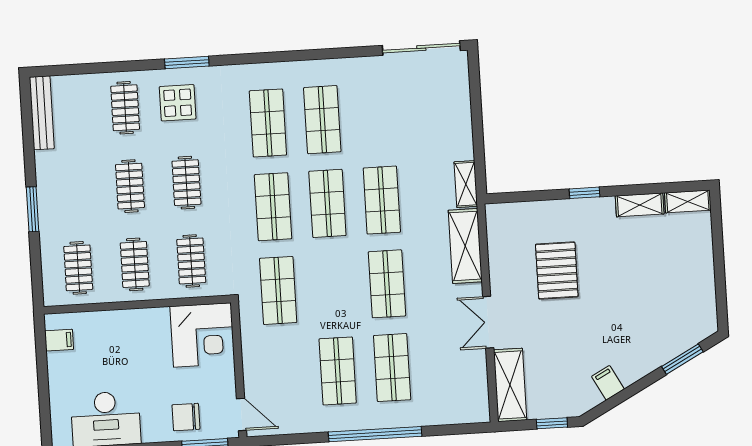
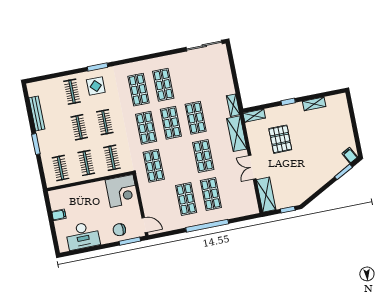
bench: (42, 113) -> (37, 113), moved
shelving: (688, 201) -> (254, 116), moved
filing cabinet: (59, 340) -> (59, 215), moved
filing cabinet: (608, 383) -> (350, 155), moved

